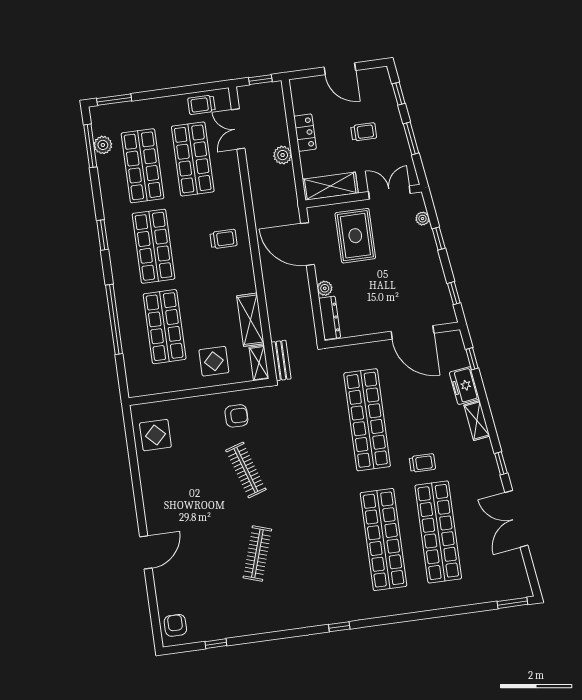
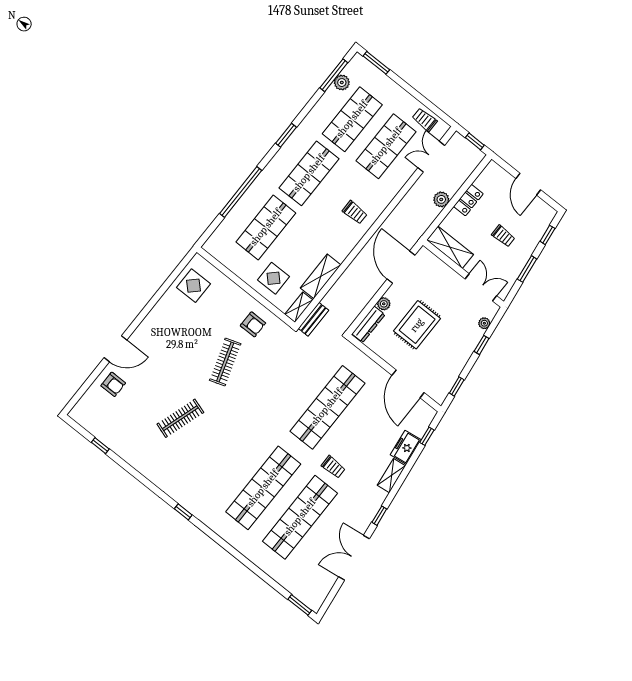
rug: (355, 236) -> (417, 325), moved
armchair: (175, 625) -> (113, 384), moved, turned 90

